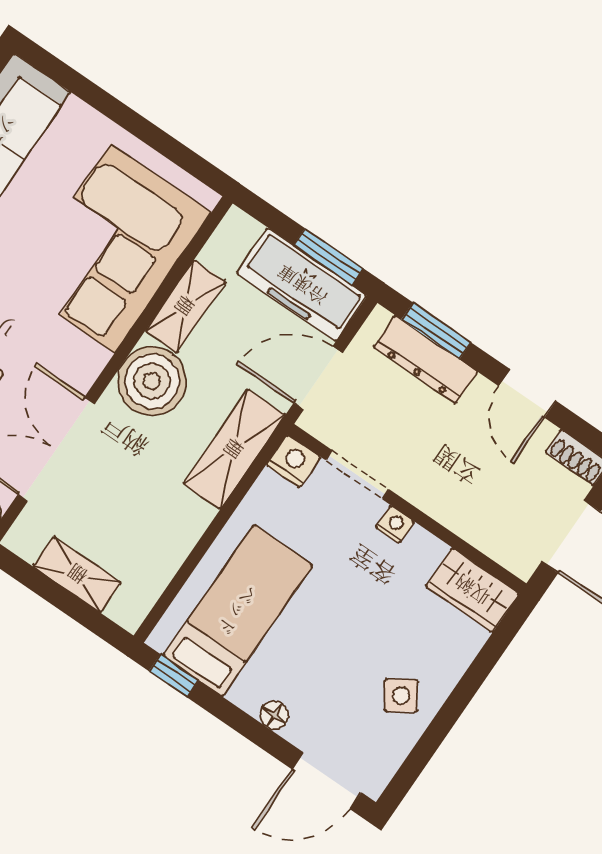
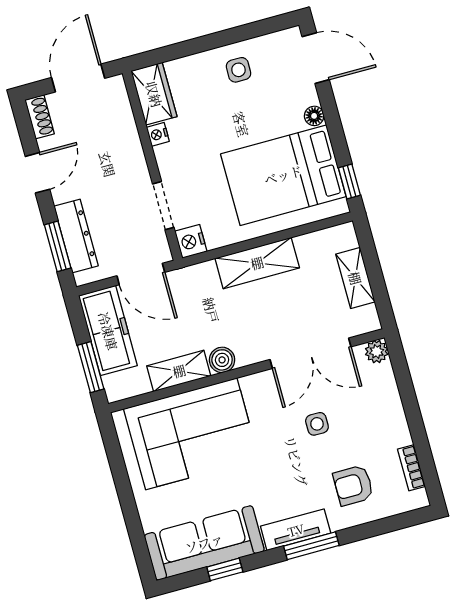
window: (329, 257) -> (91, 367), moved
boiler: (152, 381) -> (222, 360), width x0.54, depth x0.54
shelving: (234, 449) -> (257, 263), moved
nightstand: (395, 525) -> (158, 134), moved
bed: (238, 611) -> (283, 175), width x1.50
side table: (401, 696) -> (238, 70), turned 34

